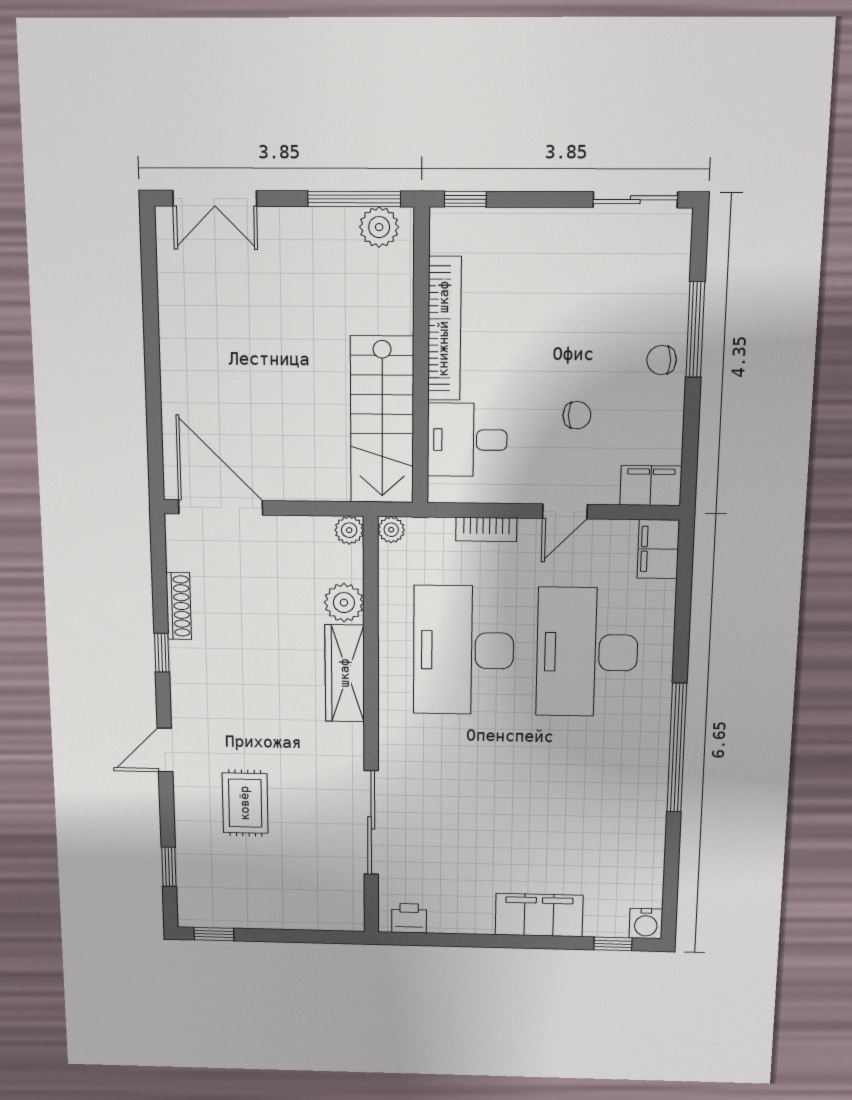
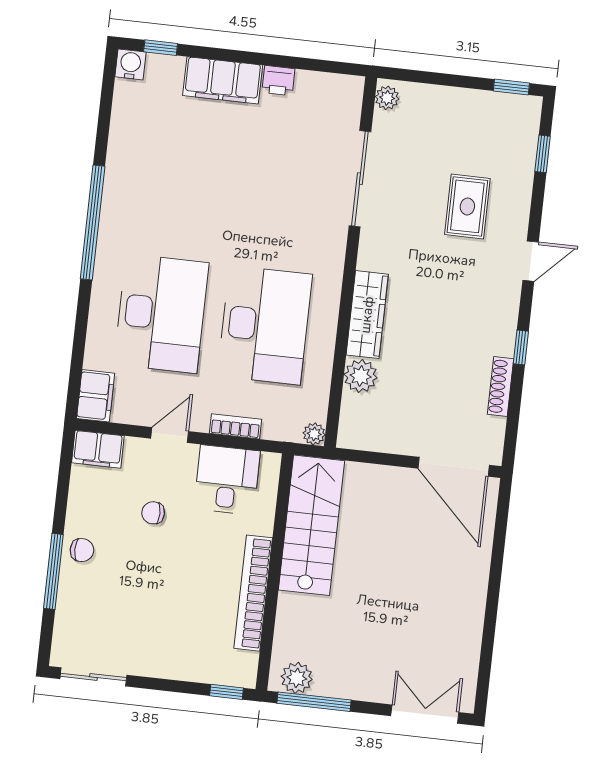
desk: (467, 440) -> (227, 480), moved, turned -90
plant: (349, 530) -> (387, 98), moved
printer: (409, 918) -> (278, 81), moved

